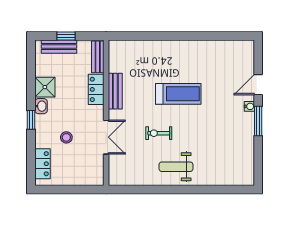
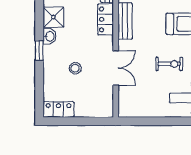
exercise bike: (159, 133) -> (169, 64), turned 180
locker: (42, 164) -> (59, 109), moved, turned -90

